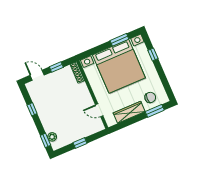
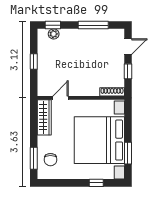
window: (32, 109) -> (93, 25), width x2.17
wardrobe: (129, 112) -> (44, 117), moved

